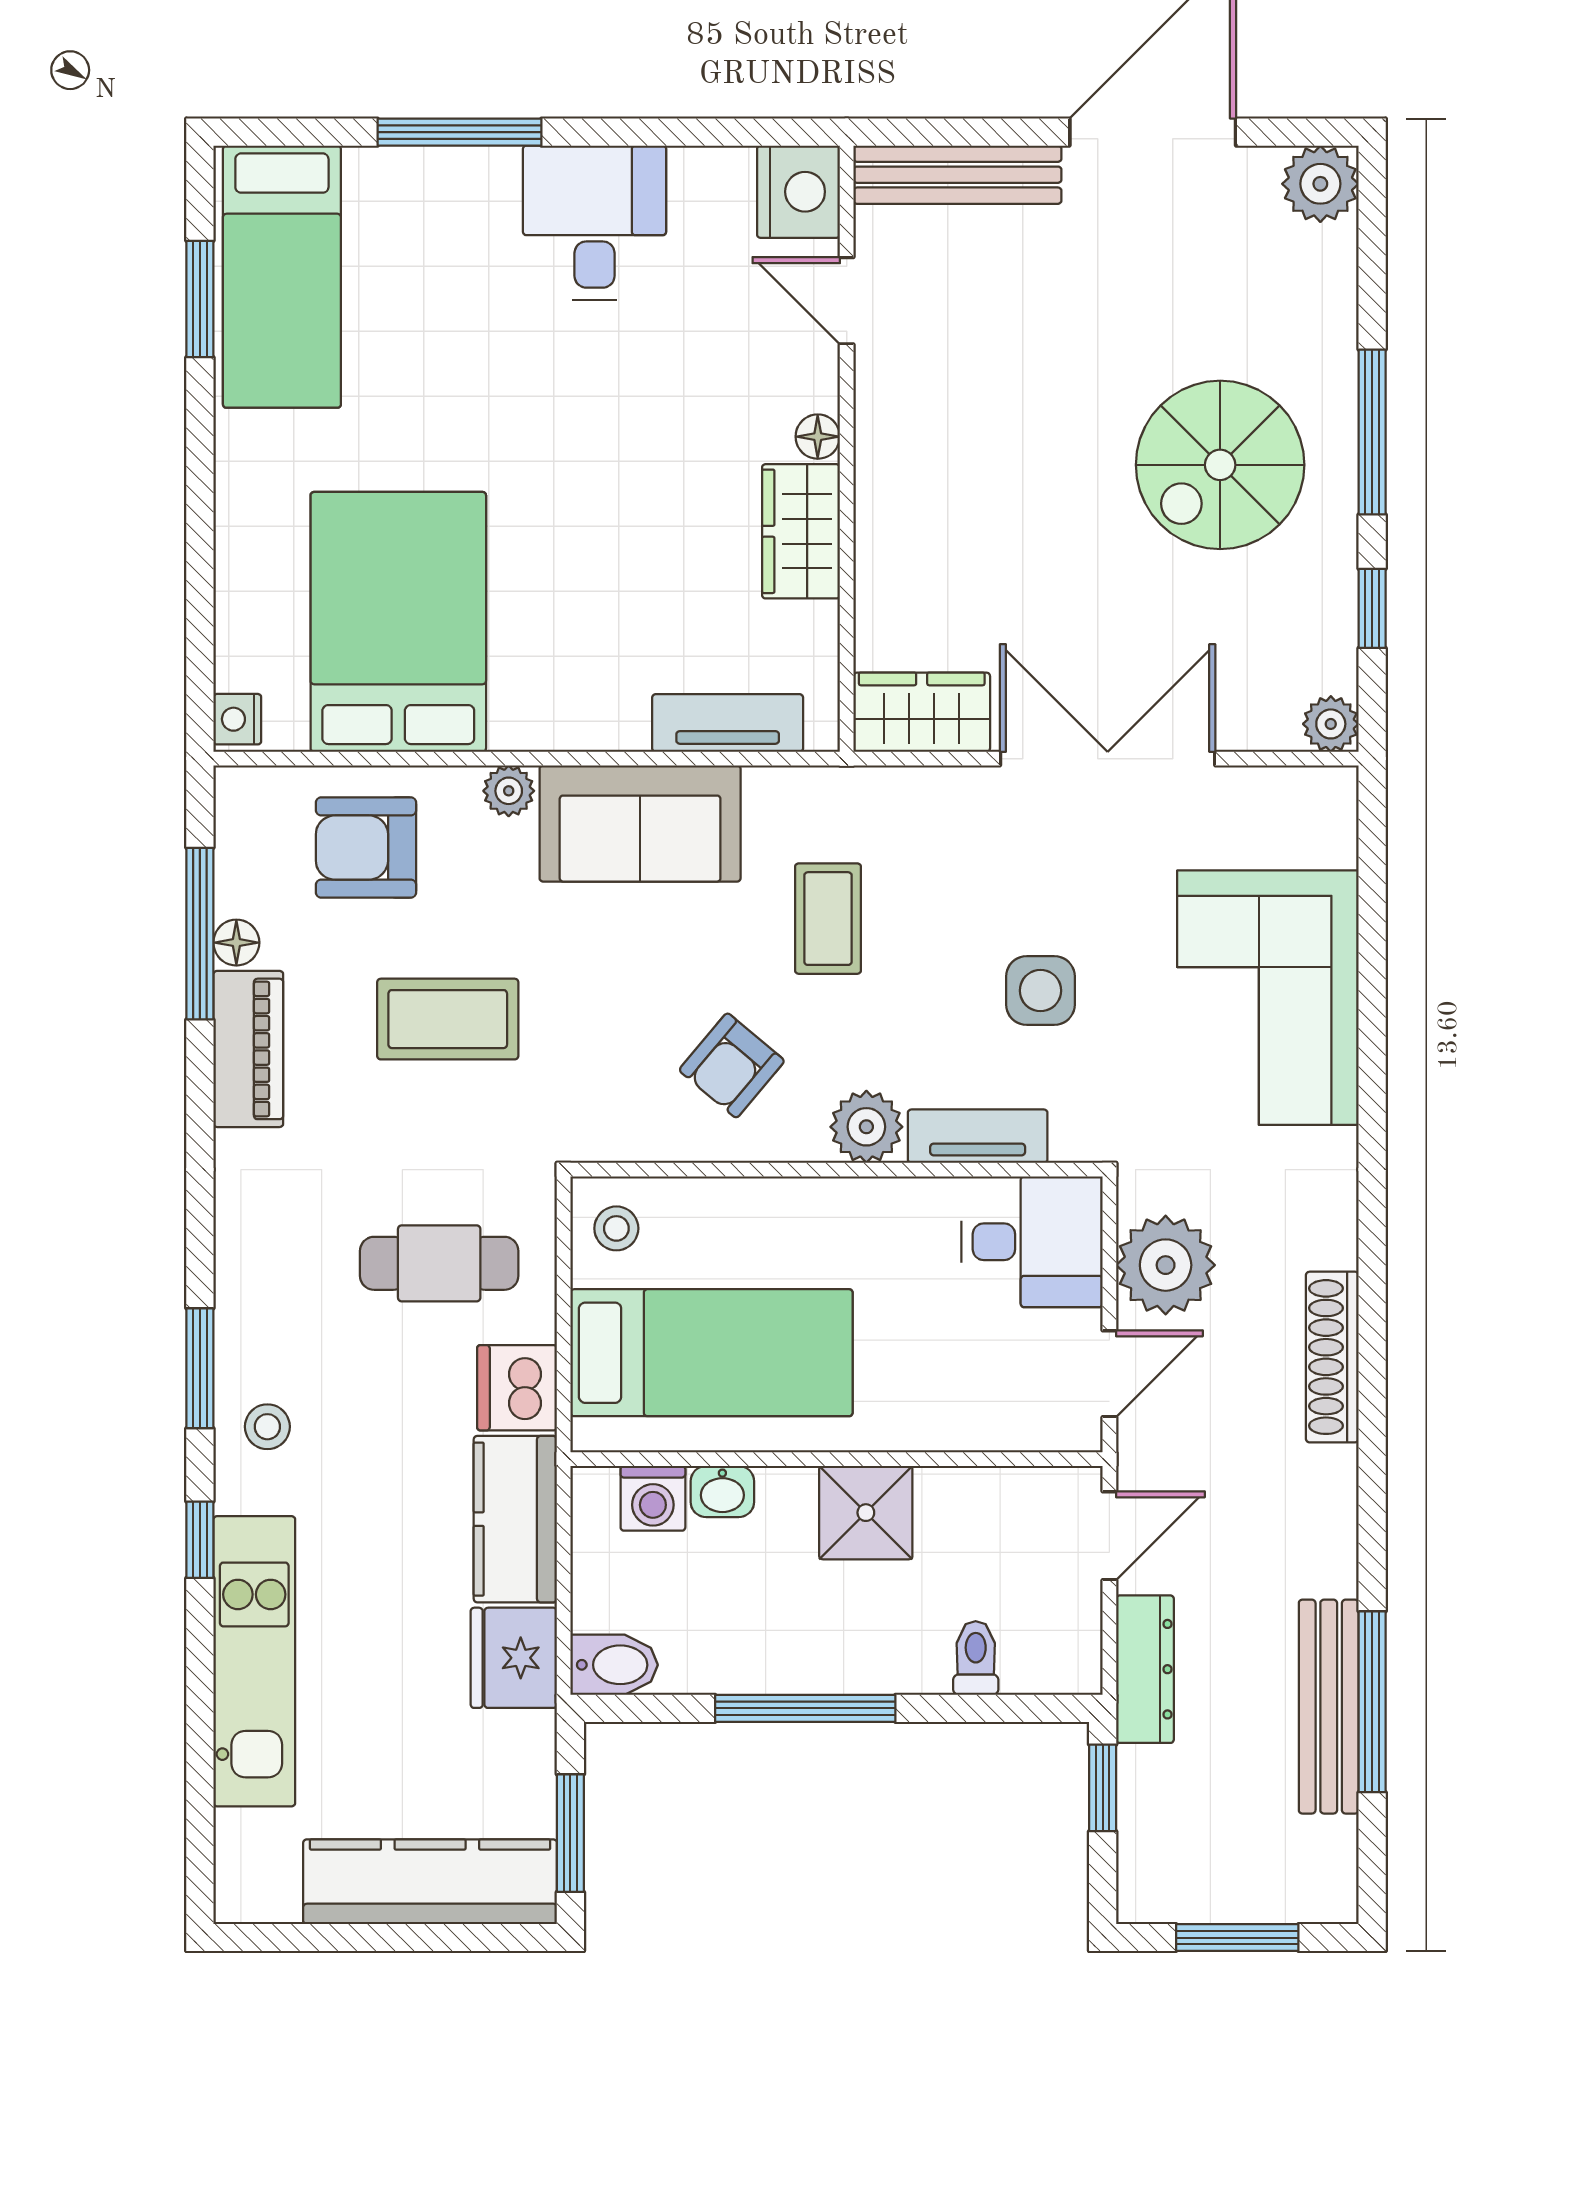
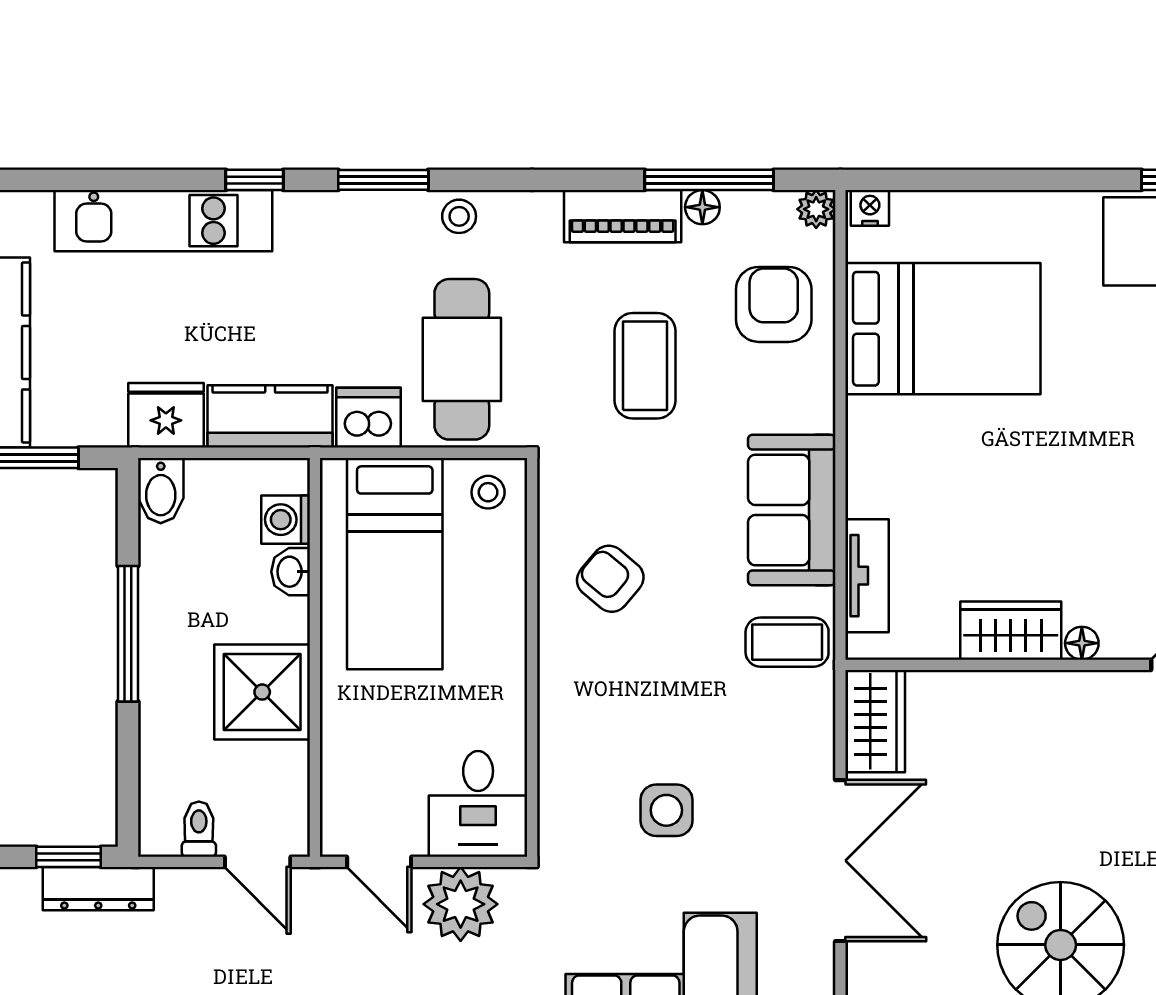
plant: (509, 791) -> (816, 209), moved
coffee table: (828, 919) -> (787, 642), moved
plant: (866, 1127) -> (564, 680), removed
tv unit: (978, 1136) -> (557, 763), removed
cafe table: (439, 1263) -> (462, 359), width x1.37, depth x1.35
stool: (267, 1427) -> (459, 216), moved
shower: (866, 1513) -> (262, 692), width x1.36, depth x1.36
toilet: (976, 1658) -> (199, 829), moved, turned -90
dresser: (1145, 1669) -> (98, 889), moved

